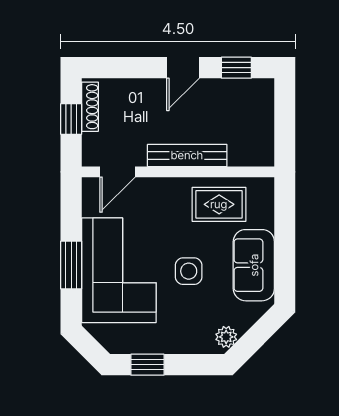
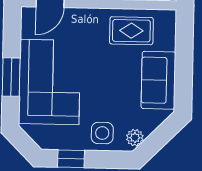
side table: (189, 271) -> (102, 133), moved

